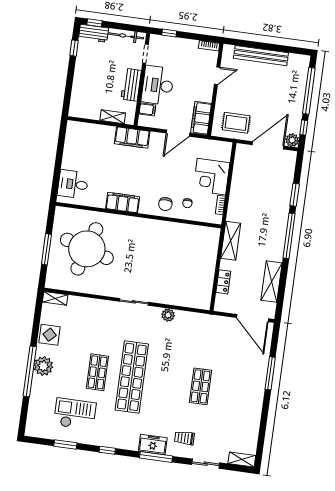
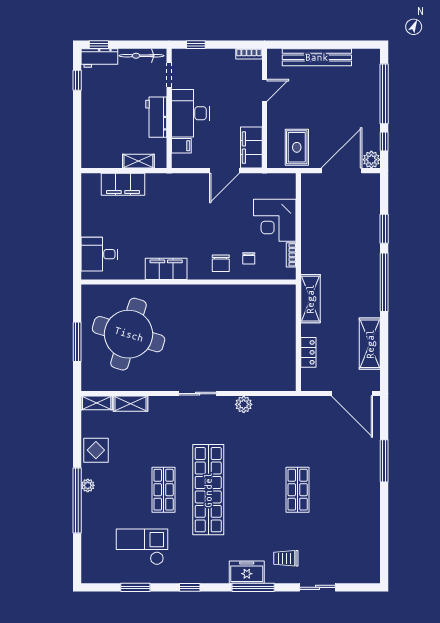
rug: (236, 123) -> (297, 147), turned 90
filing cabinet: (132, 137) -> (123, 184), moved
plant: (43, 366) -> (88, 485), width x0.53, depth x0.53
shelving: (242, 460) -> (131, 404), moved

